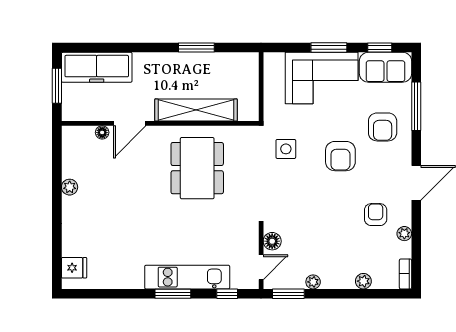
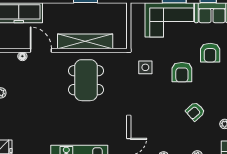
door: (130, 123) -> (41, 50), swing flipped
armchair: (376, 215) -> (195, 111), moved, turned -132
floor lamp: (272, 241) -> (136, 129), removed

